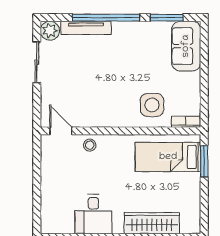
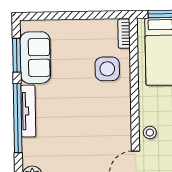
tv unit: (86, 28) -> (28, 111), moved
sofa: (186, 46) -> (35, 58), moved, turned -90

